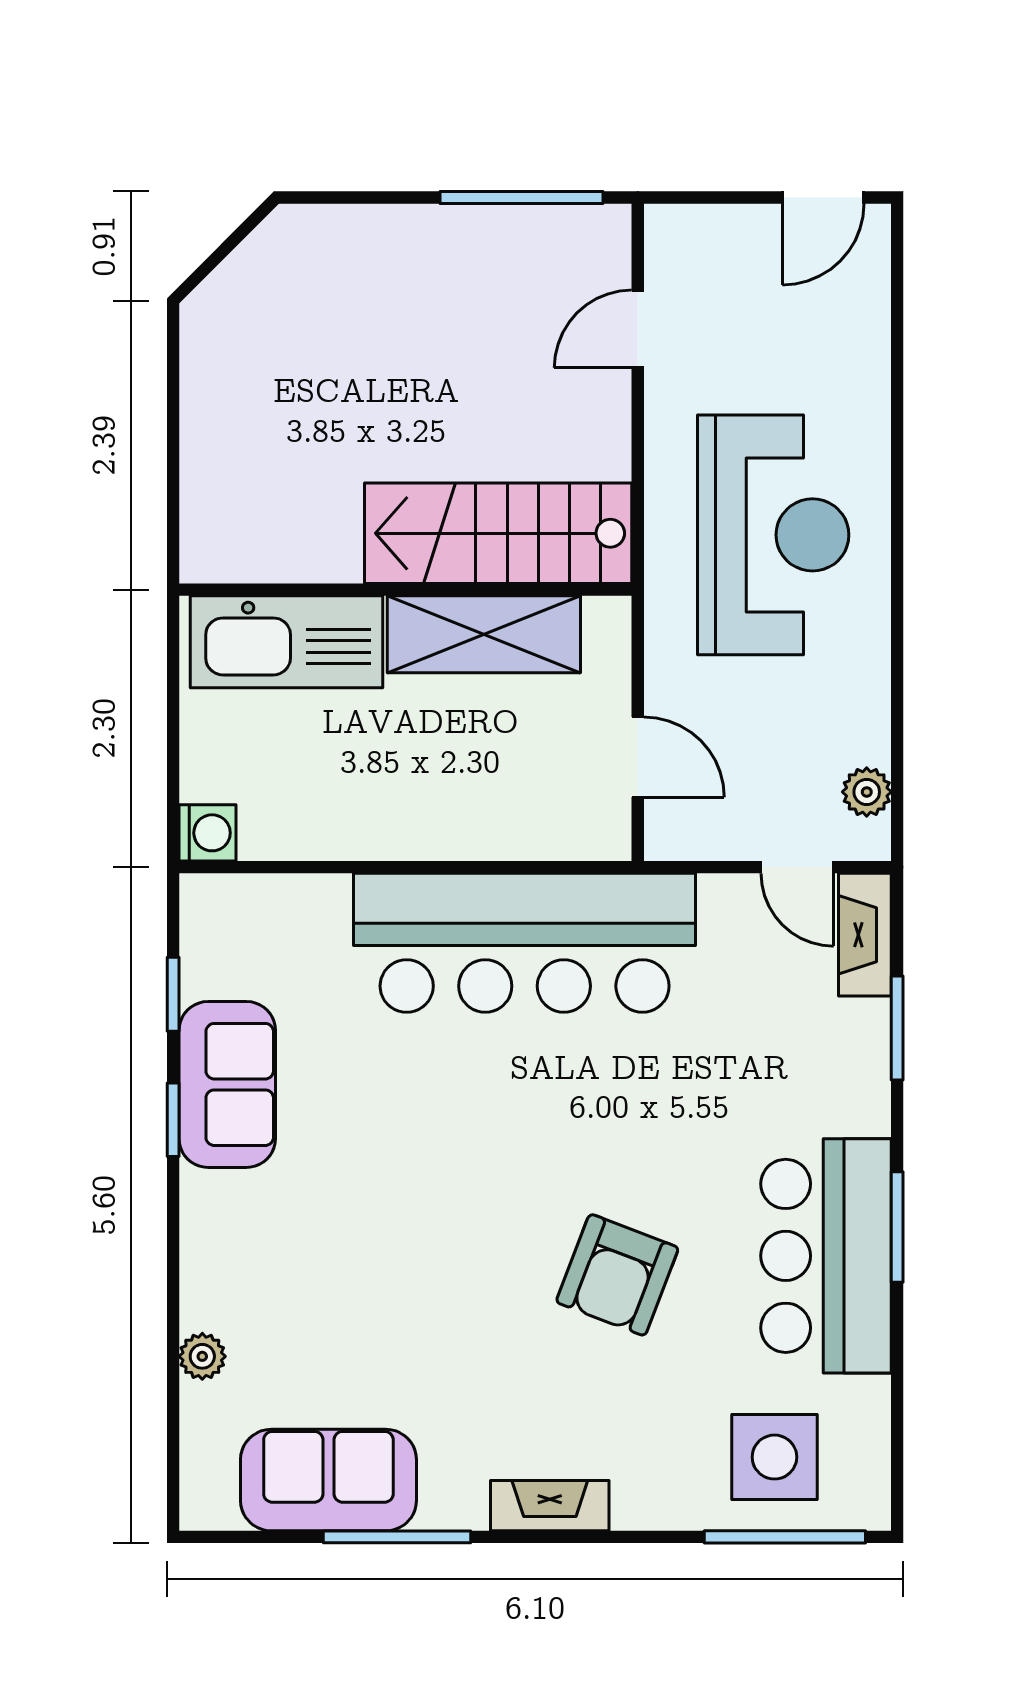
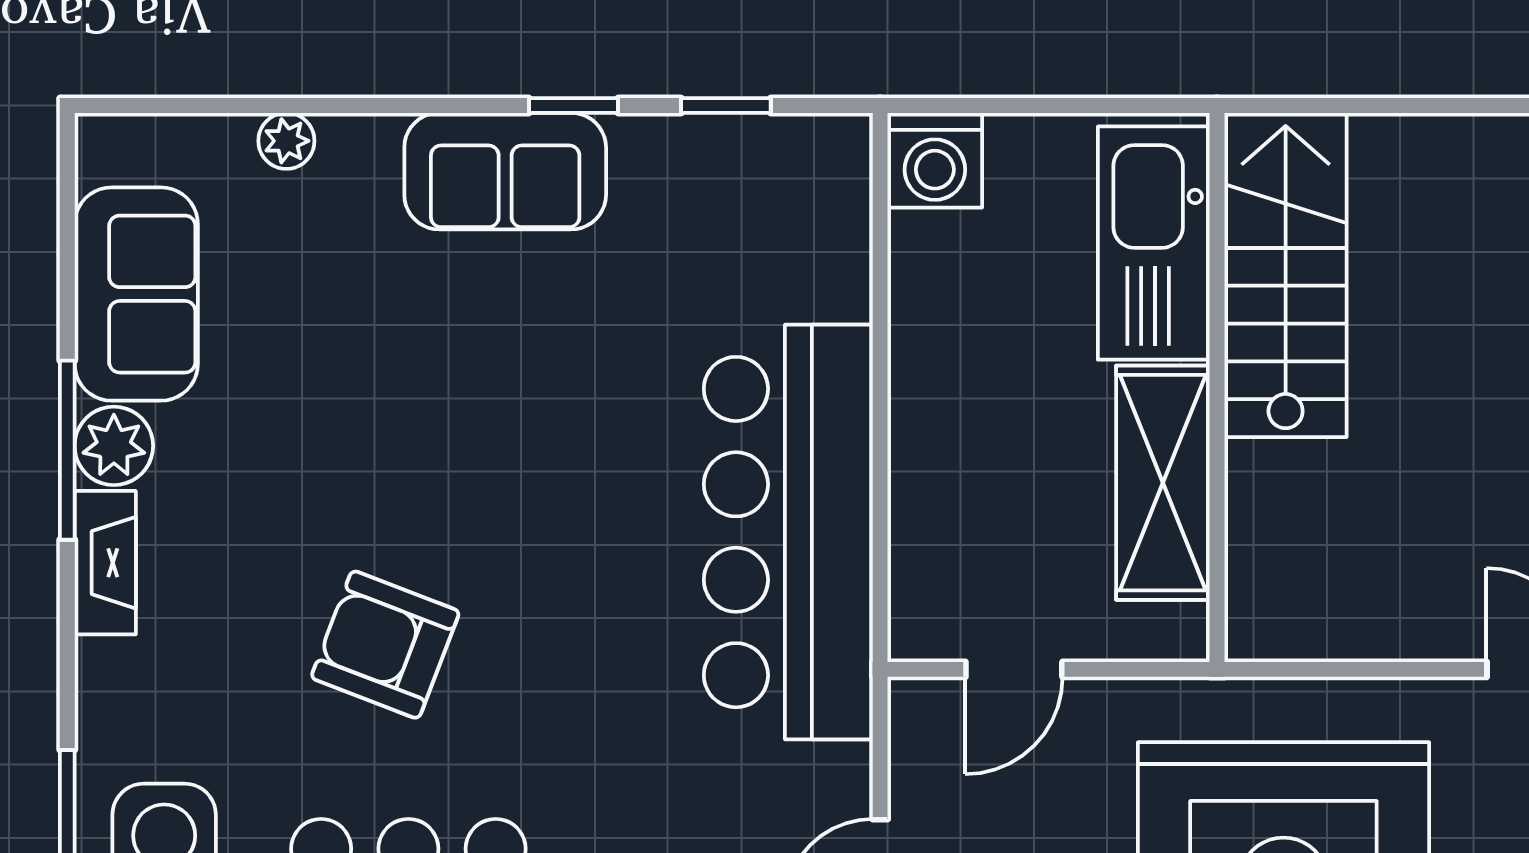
stairs: (498, 533) -> (1286, 275), moved
washing machine: (207, 833) -> (935, 160), width x1.38, depth x1.38
sofa: (227, 1084) -> (505, 171), moved
plant: (454, 1499) -> (114, 446), added
window: (397, 1537) -> (67, 450), moved

